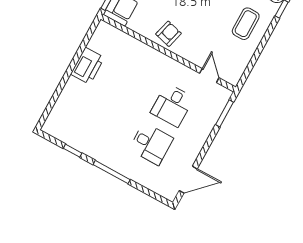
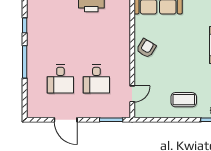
armchair: (169, 34) -> (146, 48), turned -74
desk: (172, 105) -> (96, 79), turned -90
door: (188, 180) -> (66, 120), moved

